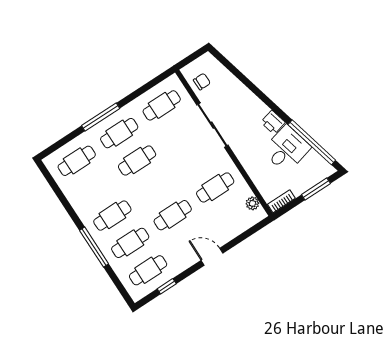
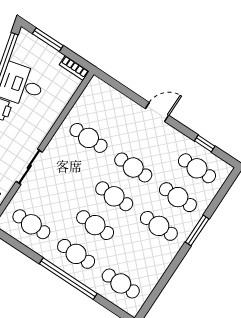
window: (101, 117) -> (68, 279), width x1.46
sliding door: (212, 125) -> (29, 167), width x0.73
cafe table: (155, 188) -> (114, 196), added
plant: (252, 203) -> (88, 95), removed
window: (94, 247) -> (197, 230), width x0.69
door: (212, 257) -> (157, 112), swing flipped

